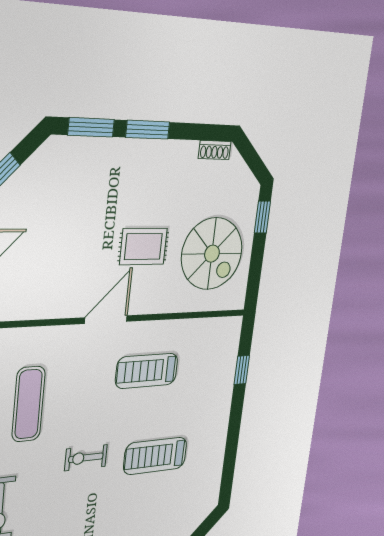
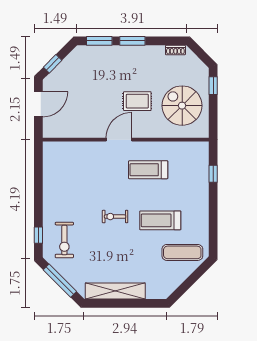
spiral stairs: (212, 254) -> (182, 106), turned 180
exercise mat: (29, 404) -> (182, 252), moved, turned 90

